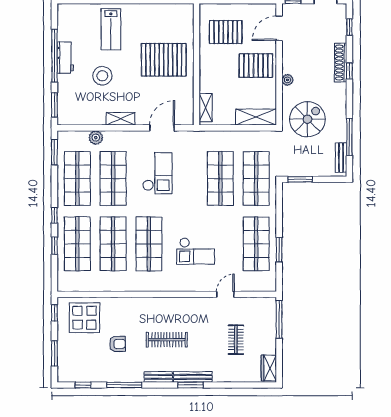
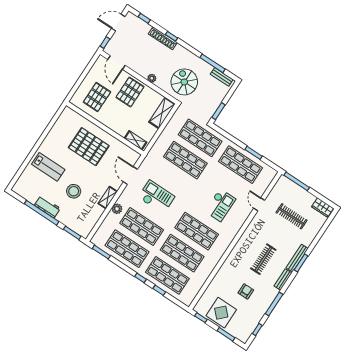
pallet: (164, 60) -> (89, 147), turned 90
plant: (96, 138) -> (117, 209), moved
display table: (84, 318) -> (221, 313), moved
clothes rail: (236, 340) -> (292, 216), width x1.36

